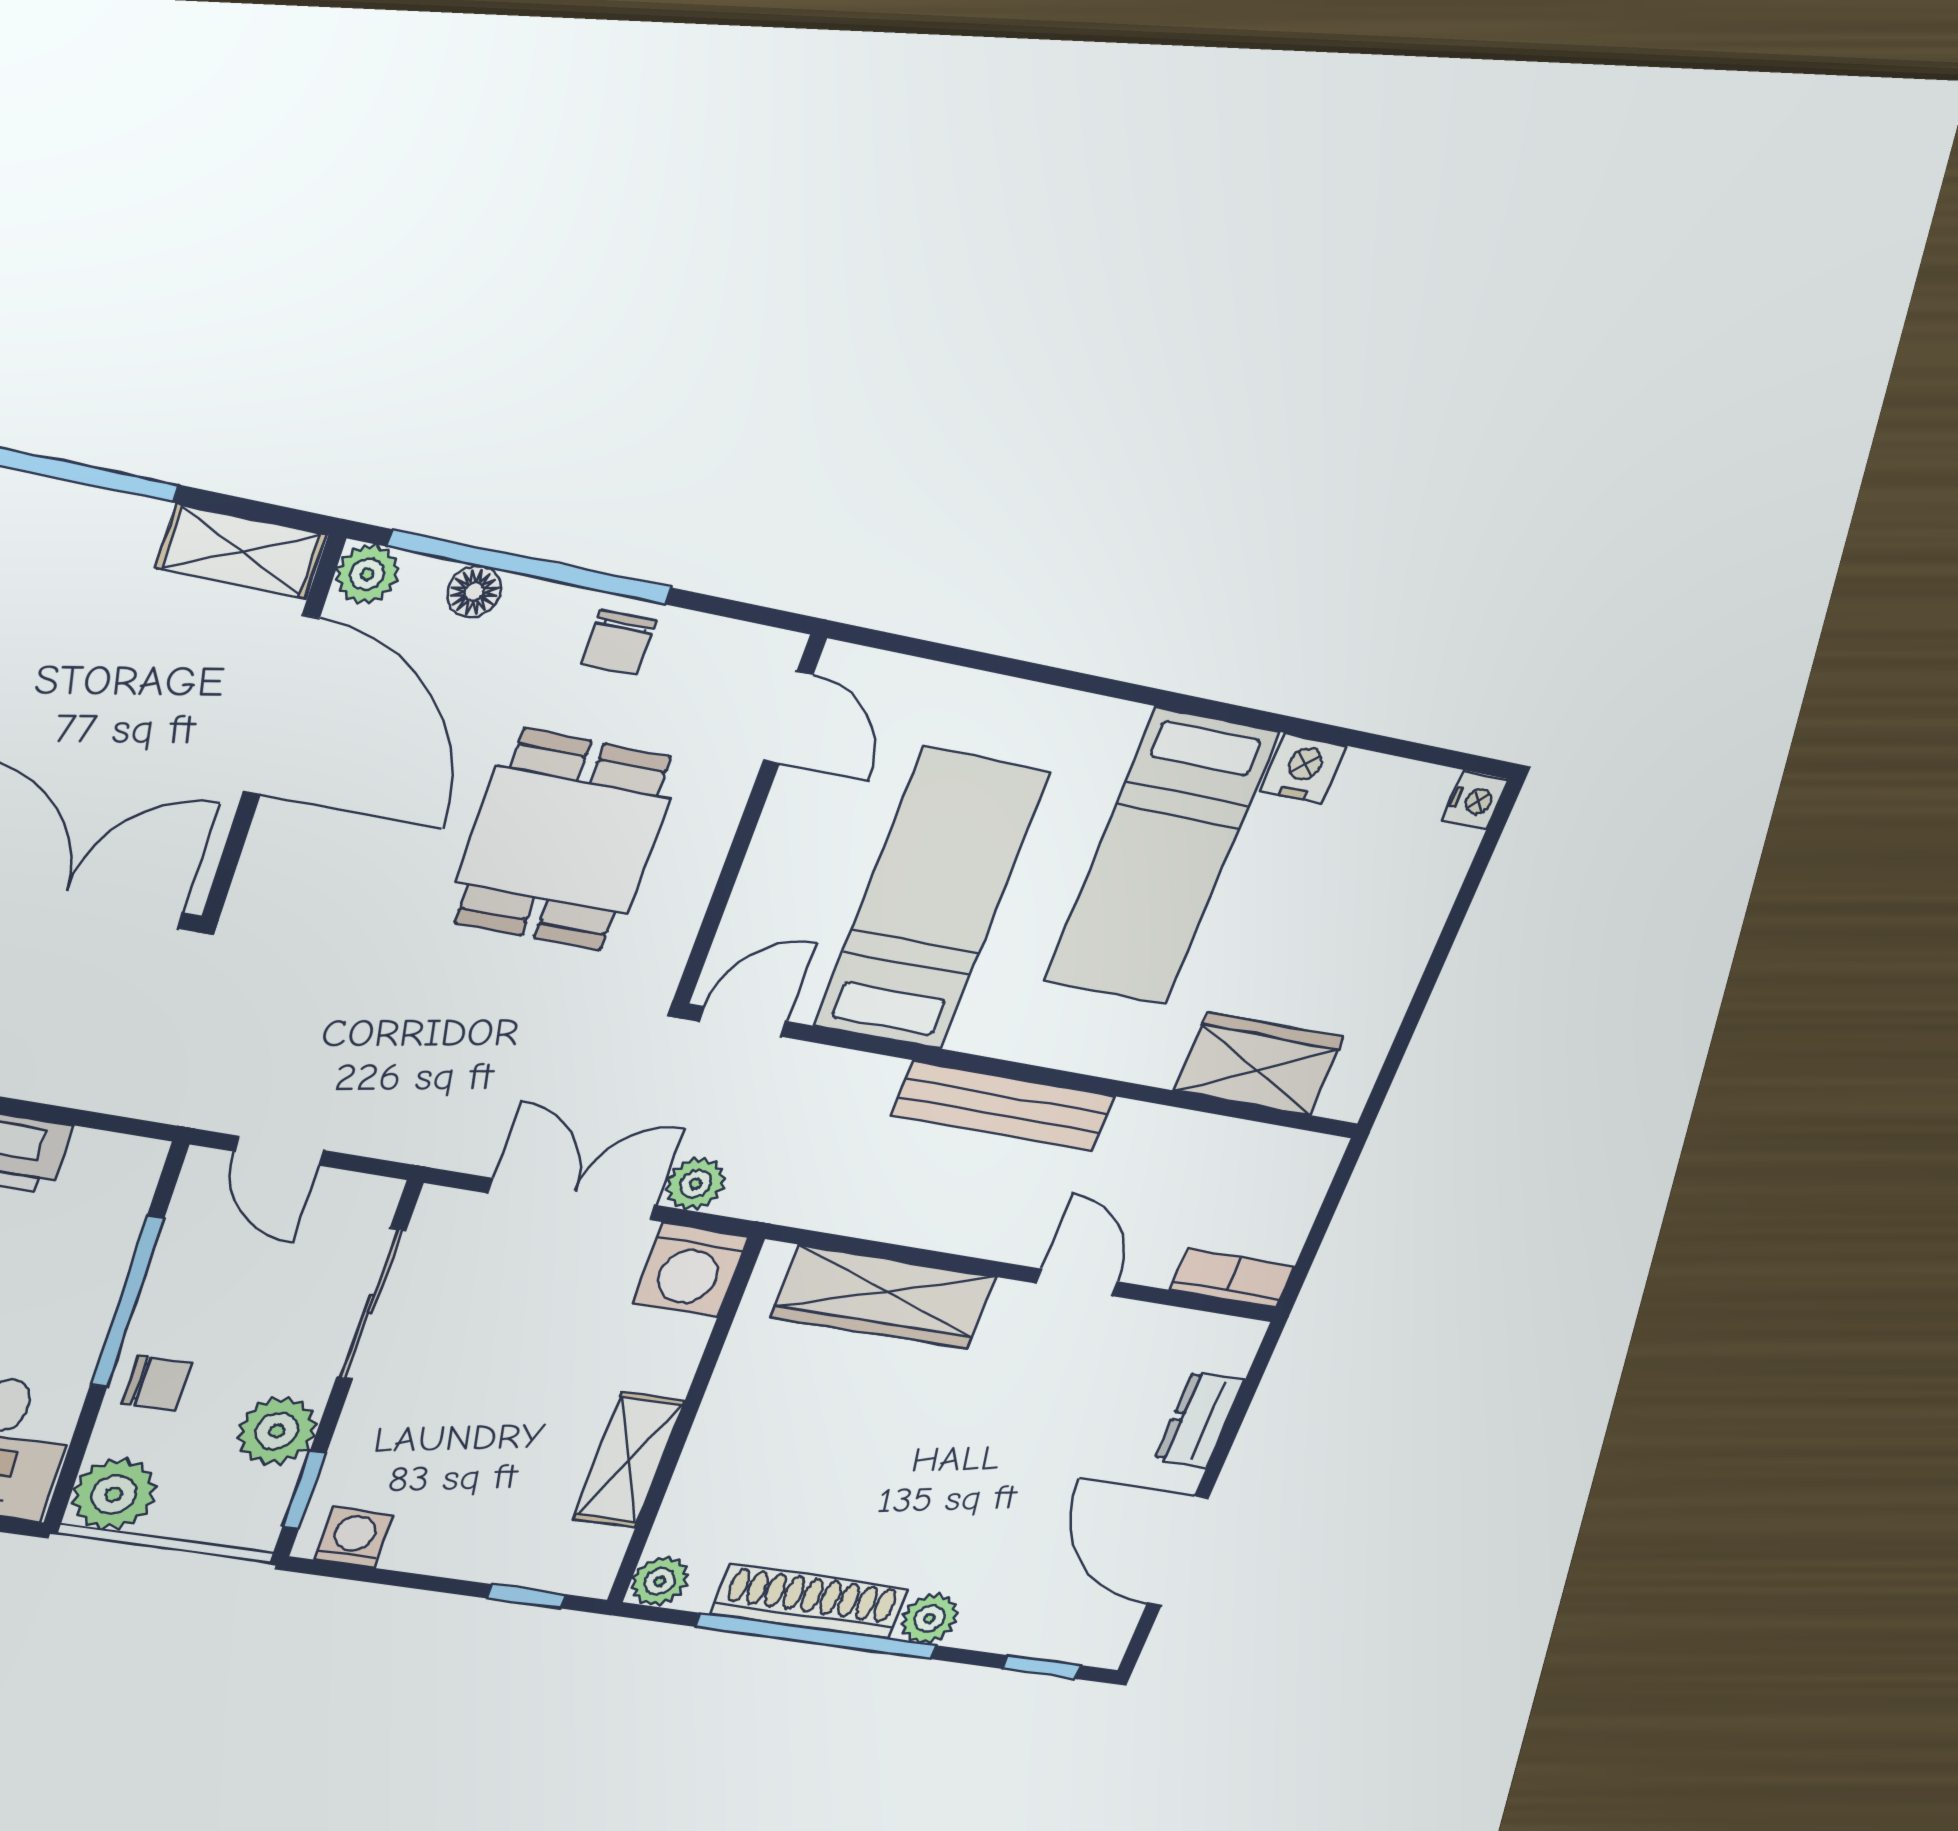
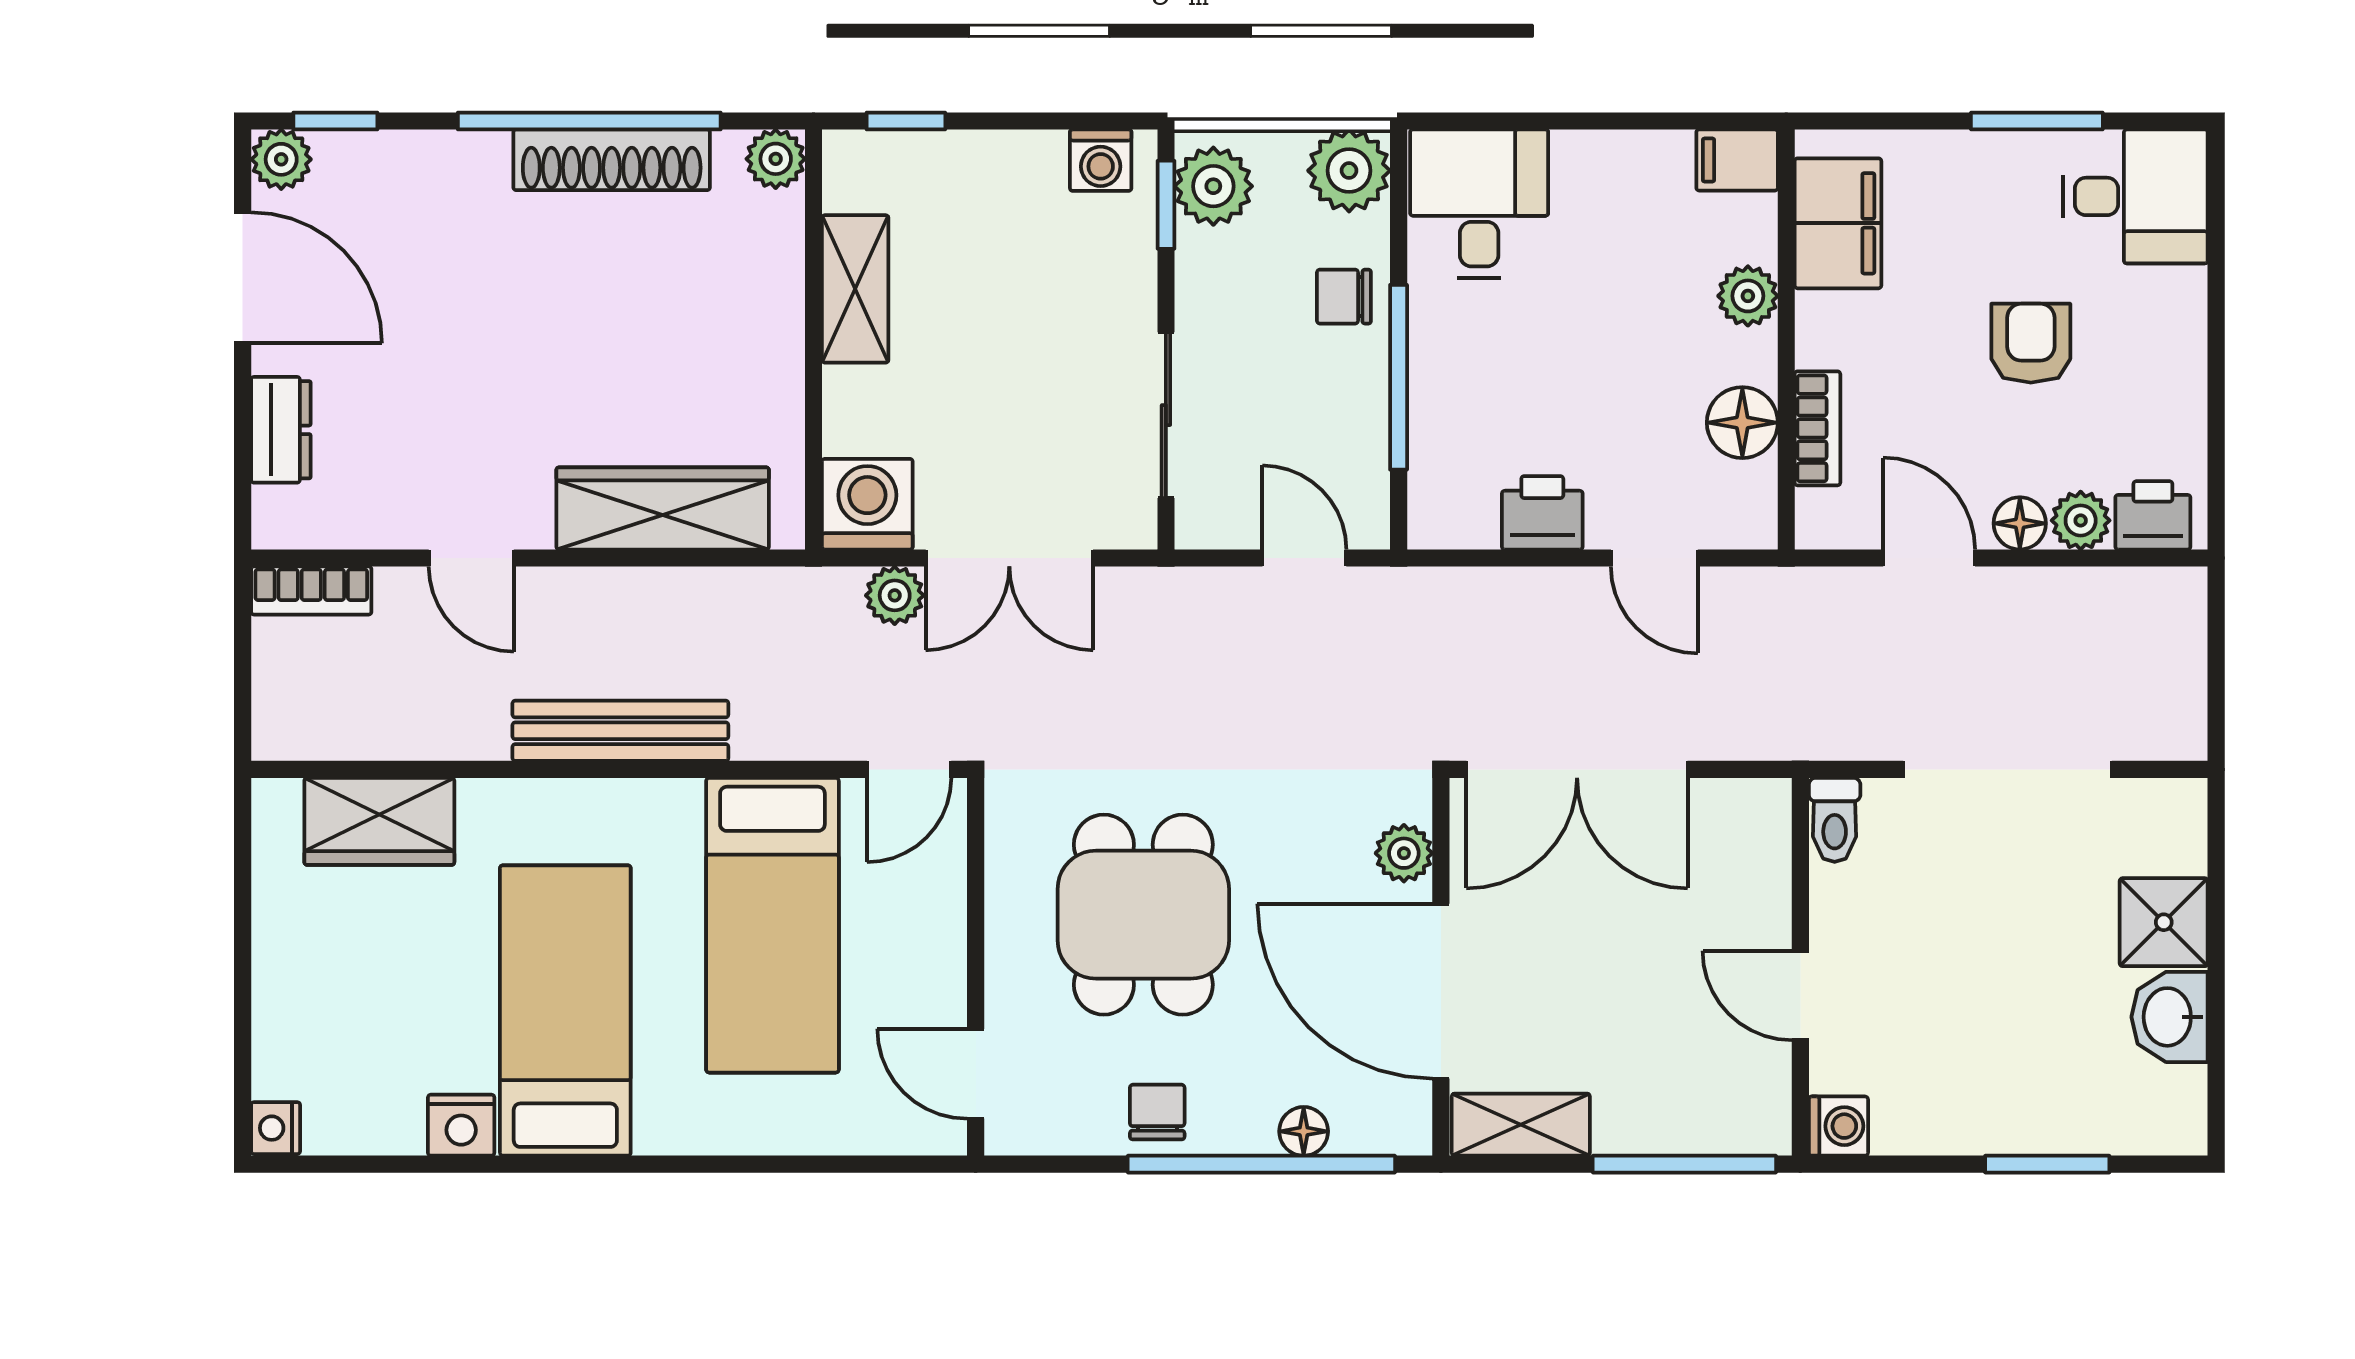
plant: (367, 574) -> (1404, 853), moved
plant: (277, 1431) -> (1213, 186), moved
plant: (929, 1618) -> (281, 159), moved

